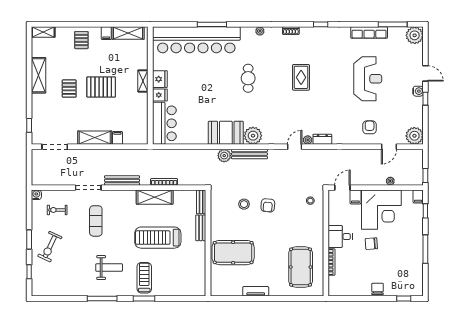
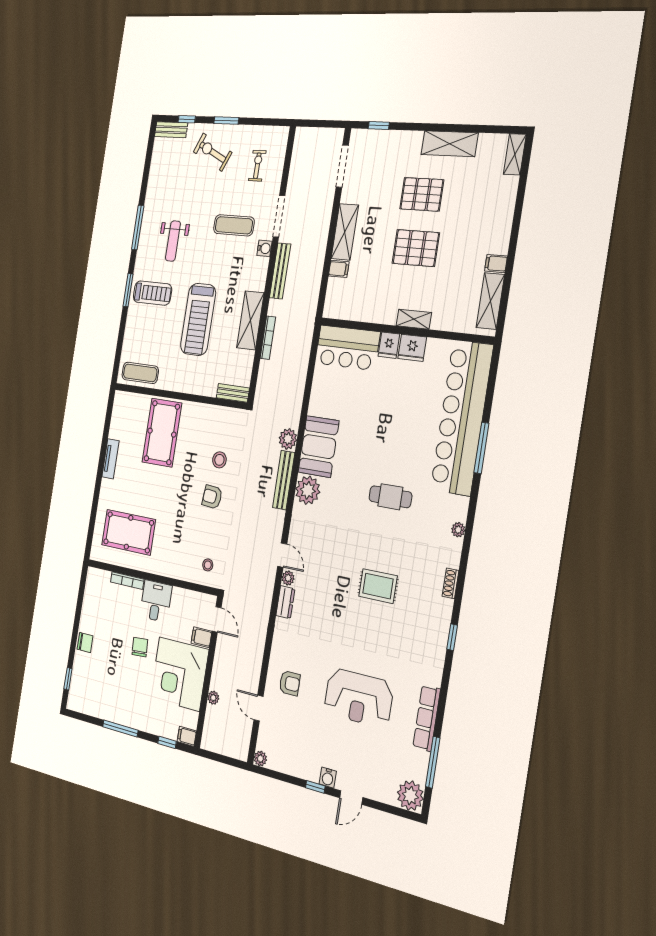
pallet: (81, 40) -> (492, 220), removed
pallet: (101, 87) -> (416, 248), turned 90
pallet: (69, 89) -> (422, 194), width x1.50, depth x1.42
plant: (414, 136) -> (260, 759), width x0.53, depth x0.53
window: (425, 175) -> (212, 756), removed
water cooler: (36, 195) -> (264, 248), moved
bench: (201, 228) -> (171, 130), moved
treadmill: (158, 238) -> (198, 319), turned 180
exercise mat: (197, 278) -> (140, 373), added

